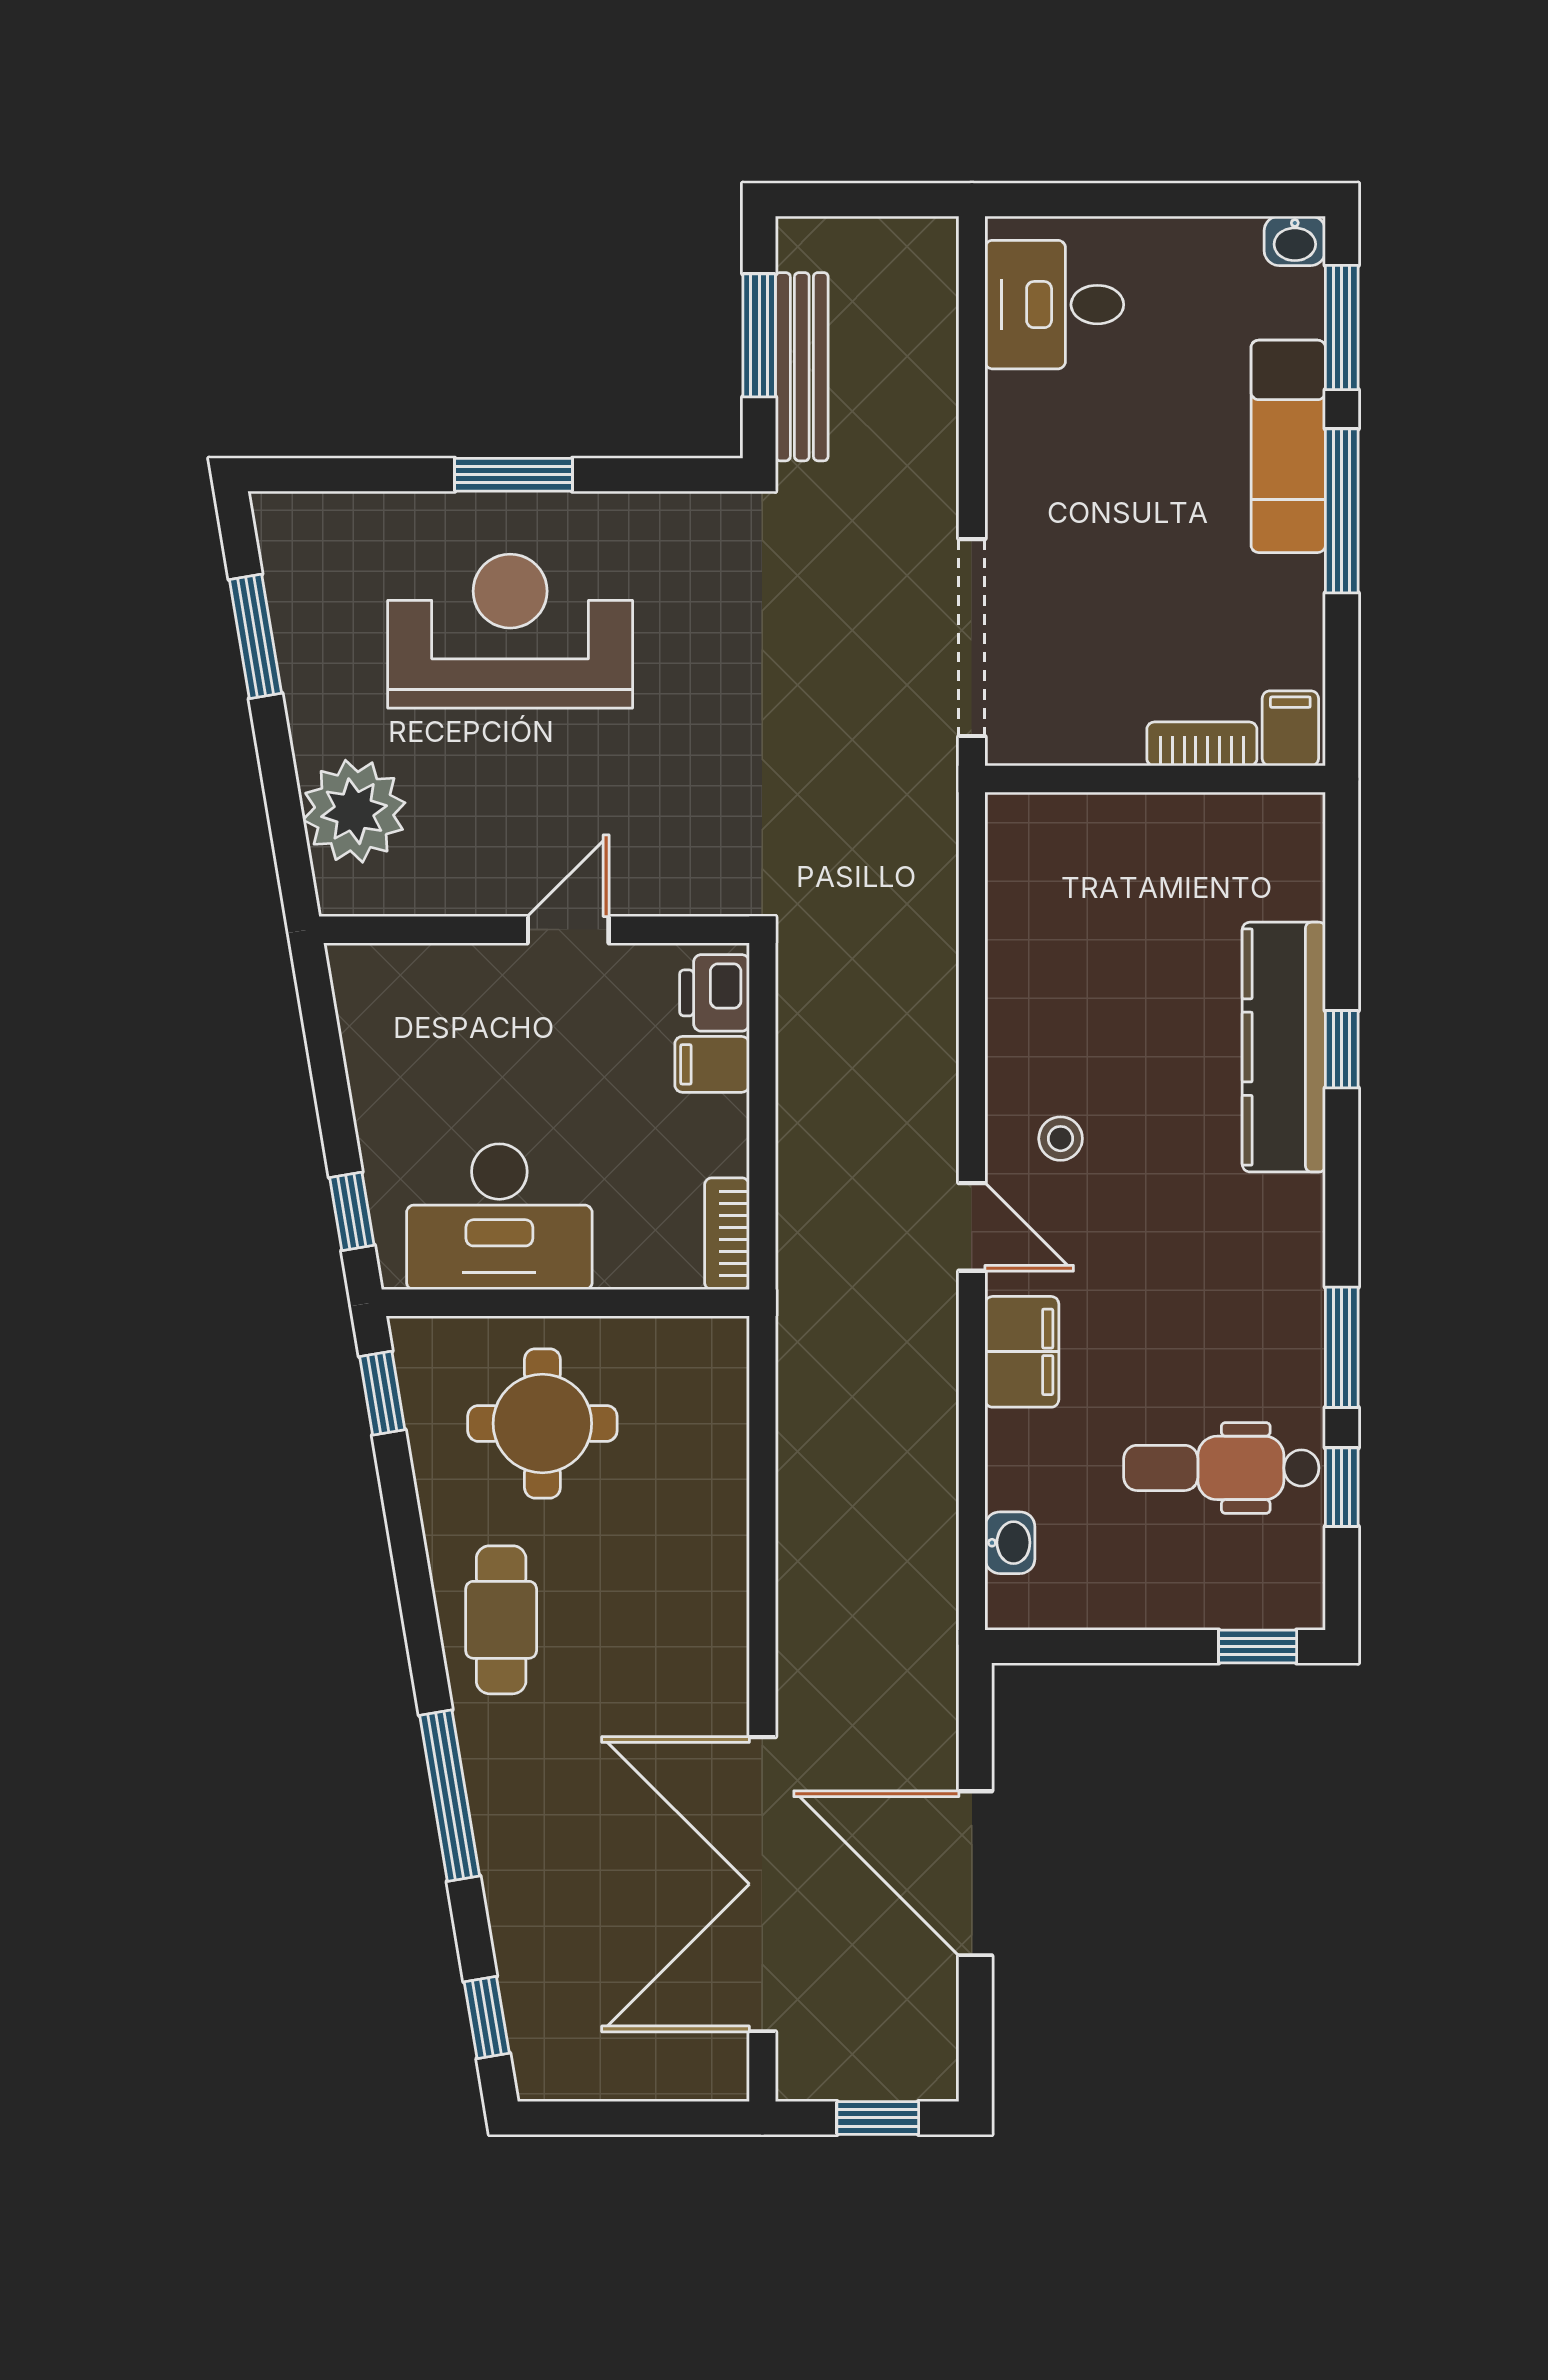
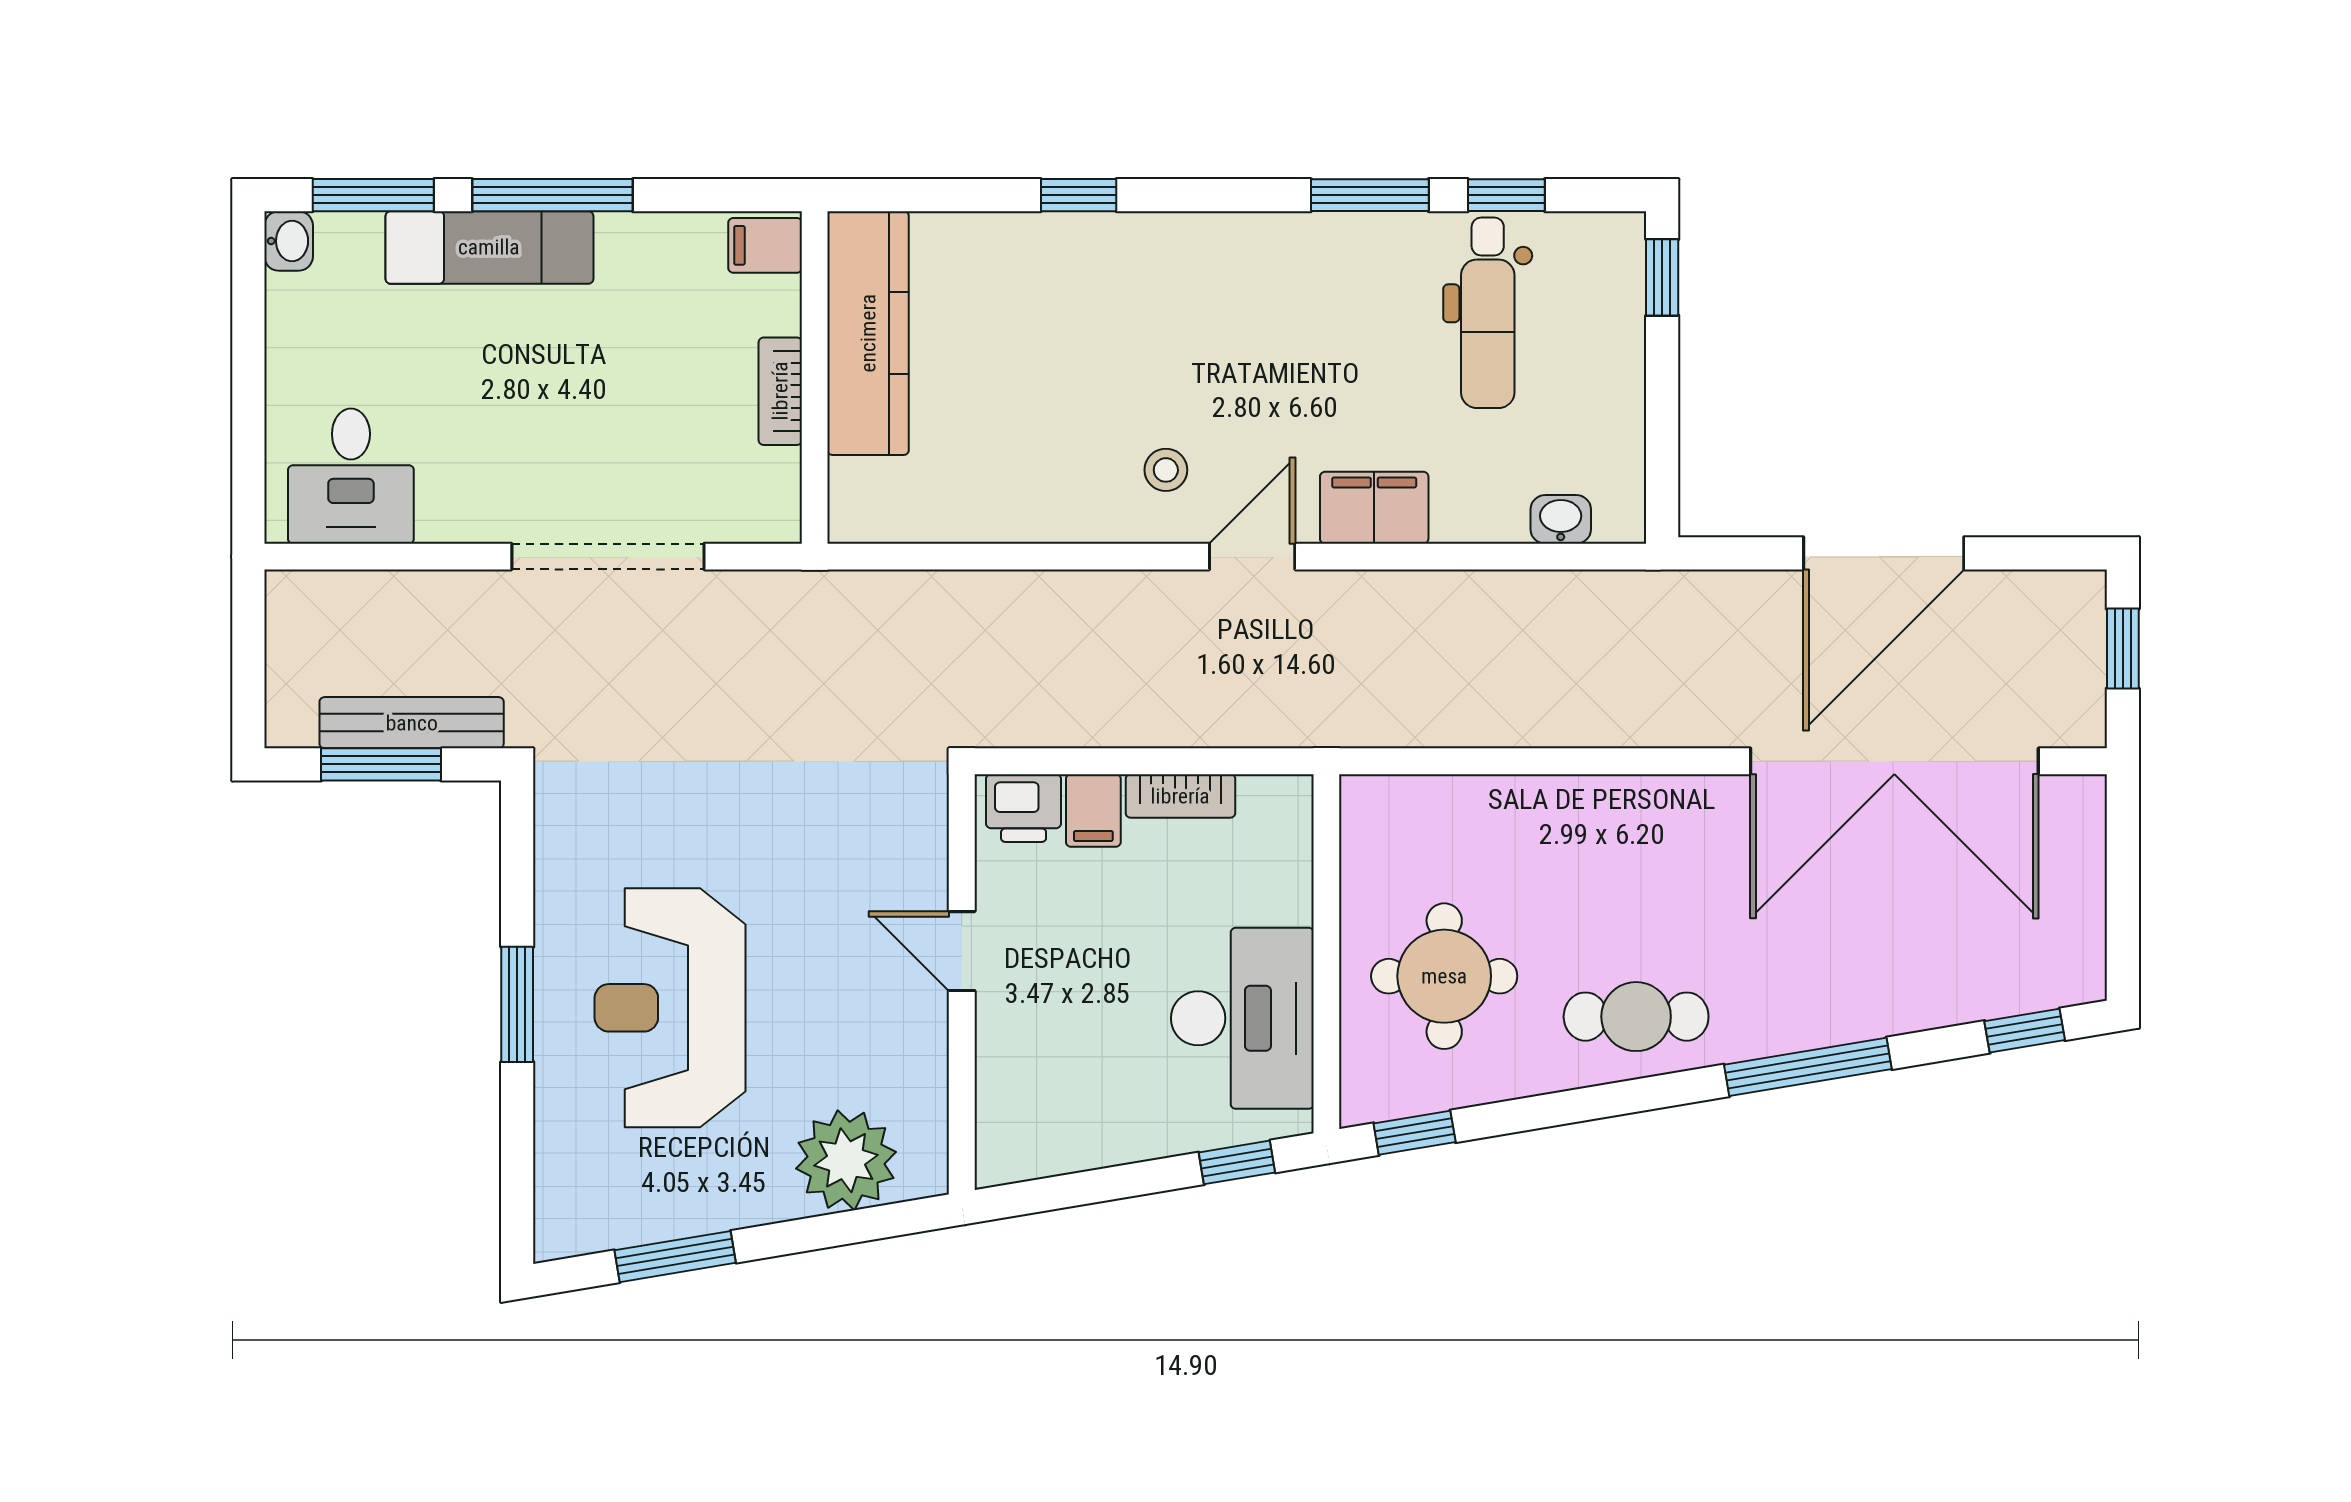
doorway: (972, 638) -> (608, 557), moved
bookcase: (1202, 744) -> (780, 391), moved
kitchen counter: (1284, 1047) -> (868, 333), moved, turned -90
bookcase: (727, 1234) -> (1180, 796), moved

